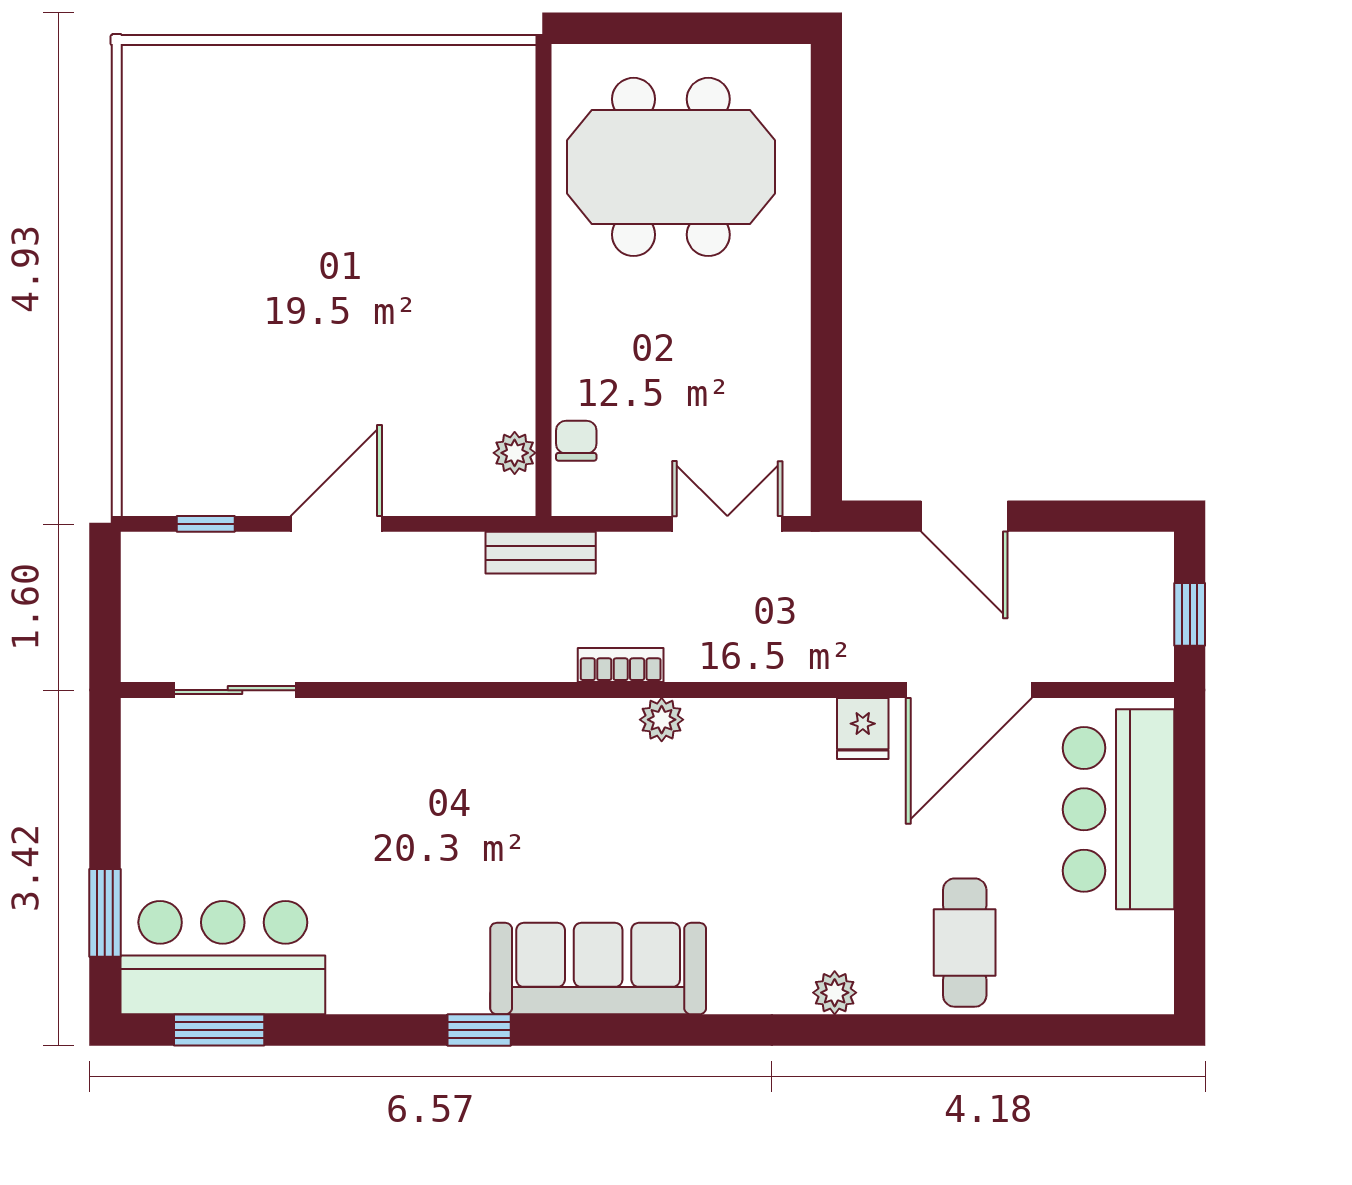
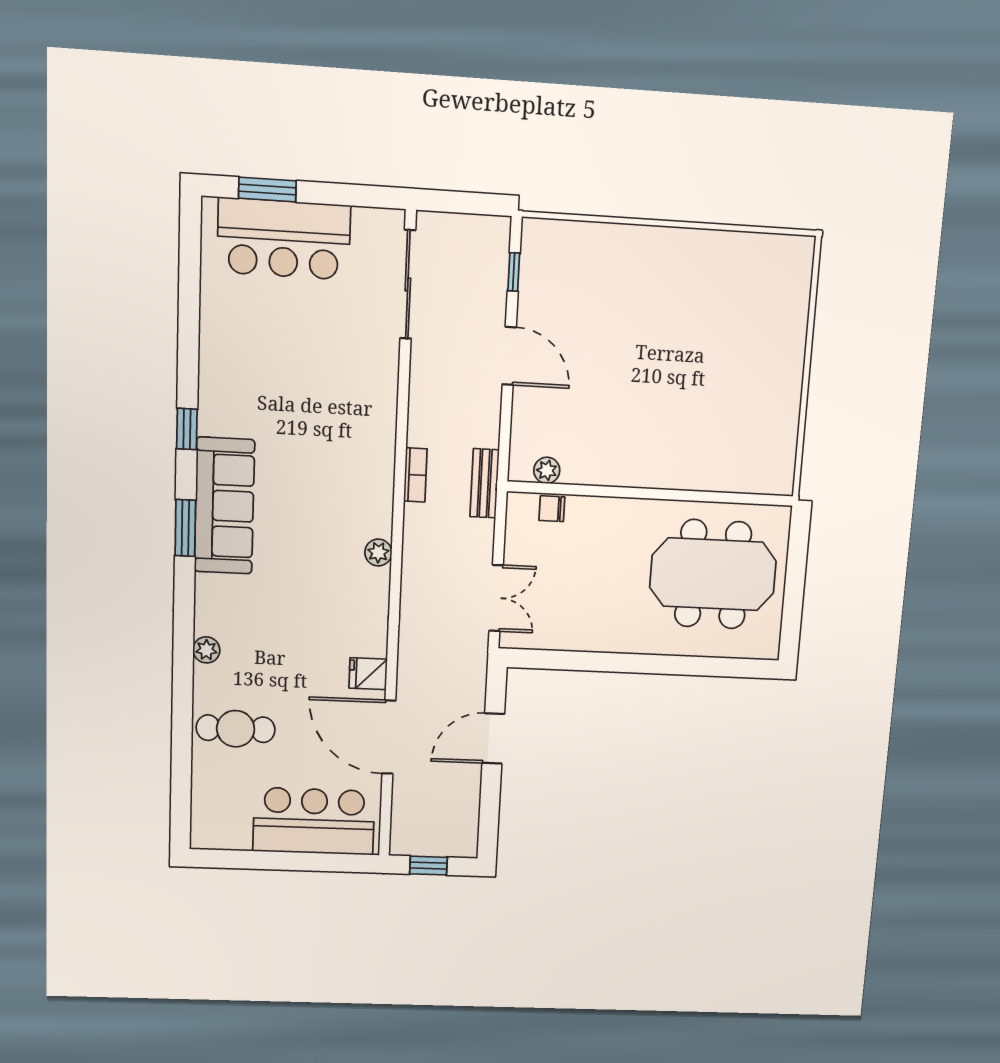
meeting table: (671, 167) -> (713, 574), turned 90
chair: (576, 441) -> (552, 509), turned 180
bookcase: (621, 665) -> (415, 475), moved
sliding door: (235, 690) -> (408, 284), width x1.37
bar counter: (223, 958) -> (284, 239), moved, turned 90
window: (219, 1030) -> (185, 528), moved

